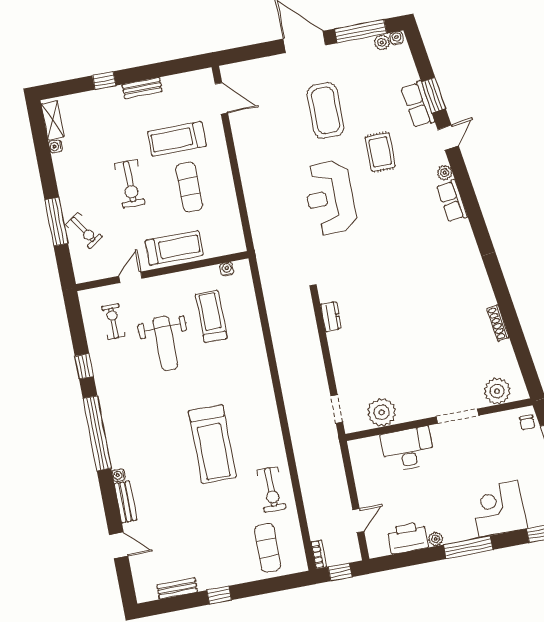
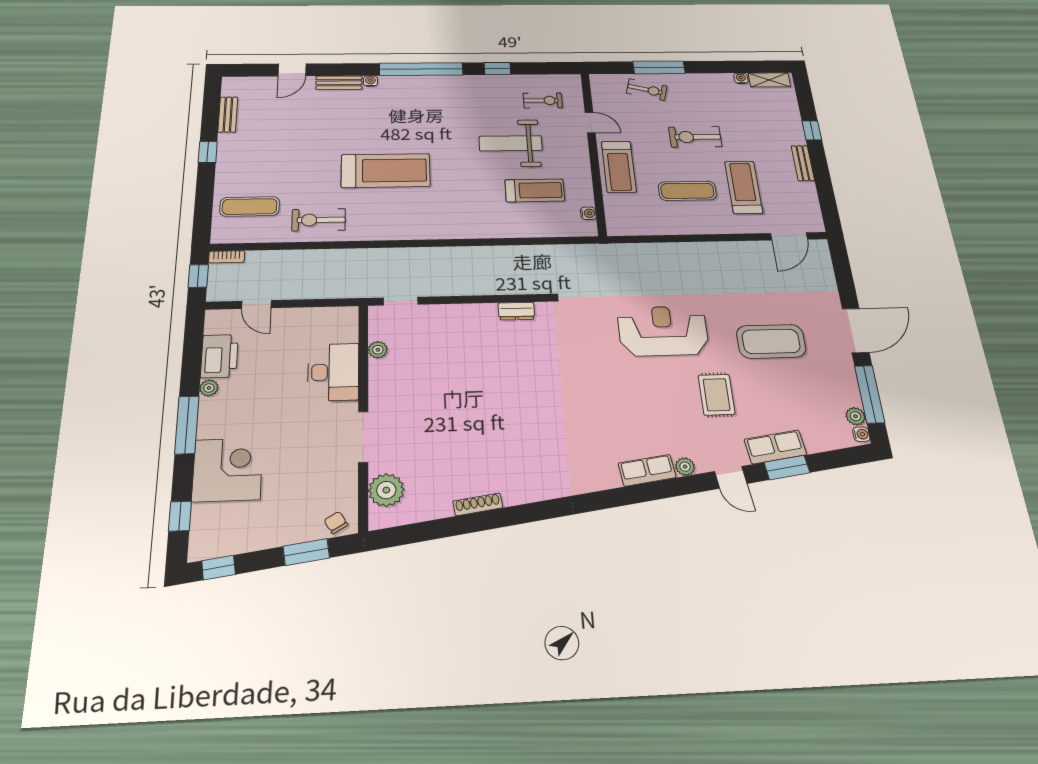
rug: (380, 152) -> (717, 395), turned 90
exercise bike: (84, 231) -> (647, 90), turned -131
plant: (382, 412) -> (378, 350), width x0.53, depth x0.53
chair: (527, 423) -> (336, 523), turned 59
treadmill: (212, 444) -> (386, 170), turned 180

